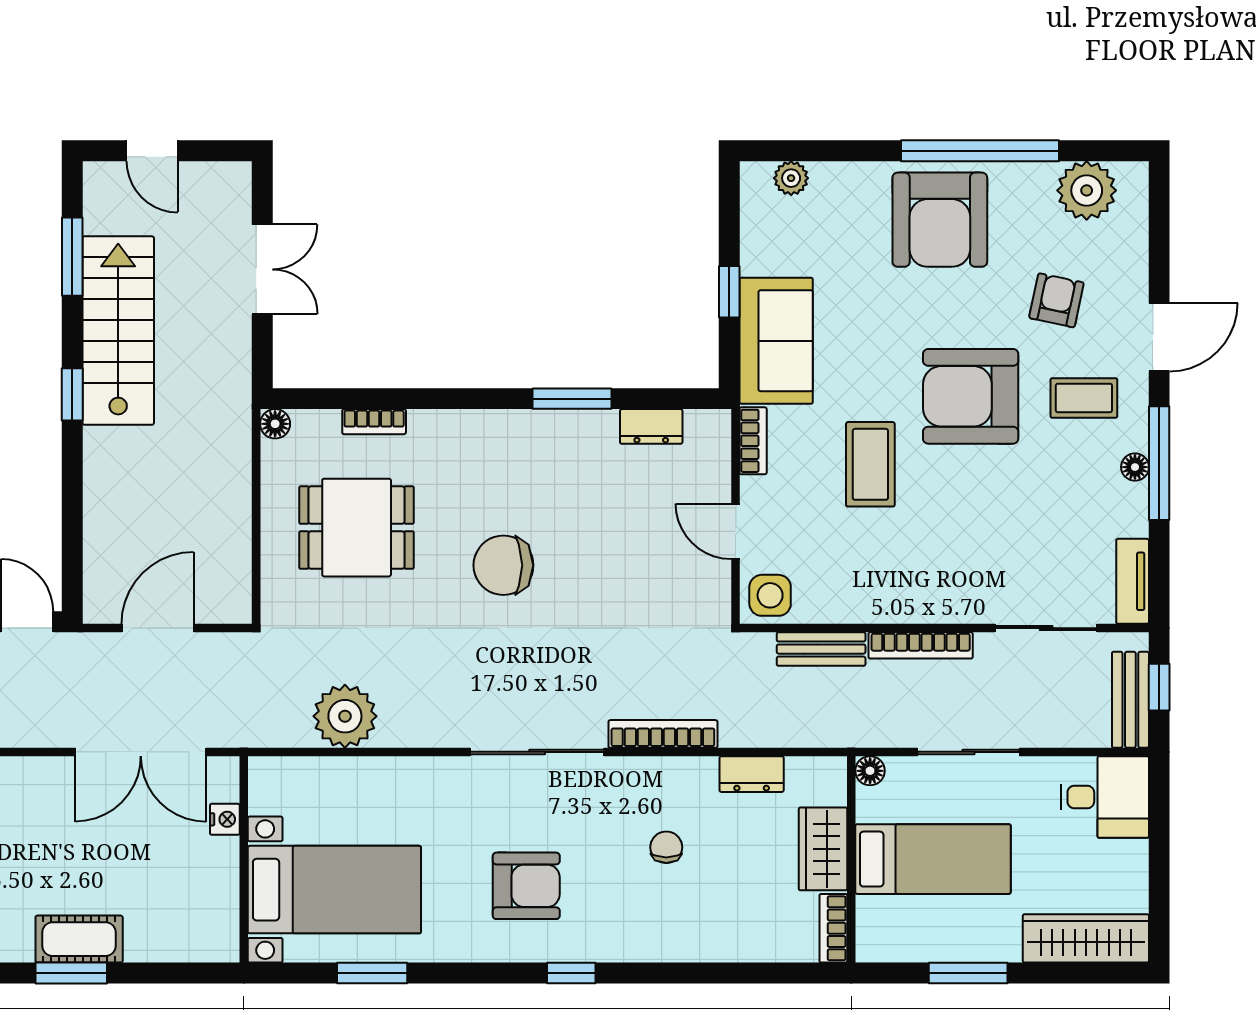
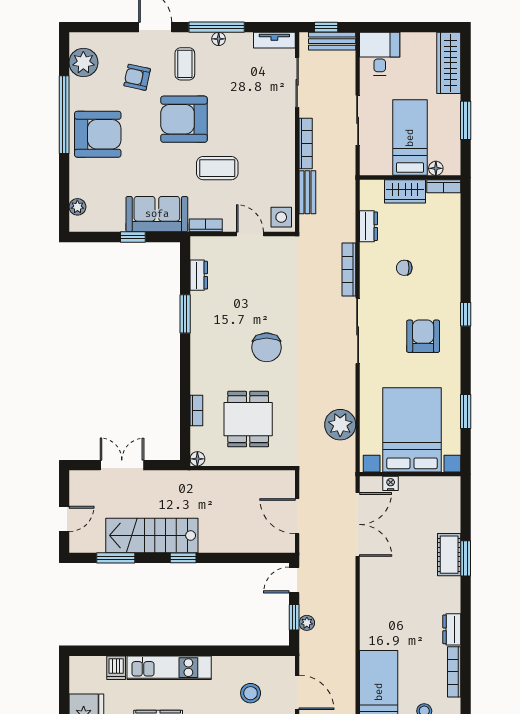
armchair: (971, 396) -> (184, 119), turned 90
door: (736, 531) -> (250, 234), swing flipped
floor lamp: (870, 771) -> (436, 168), moved
bed with nightstands: (334, 890) -> (412, 430), width x1.36

